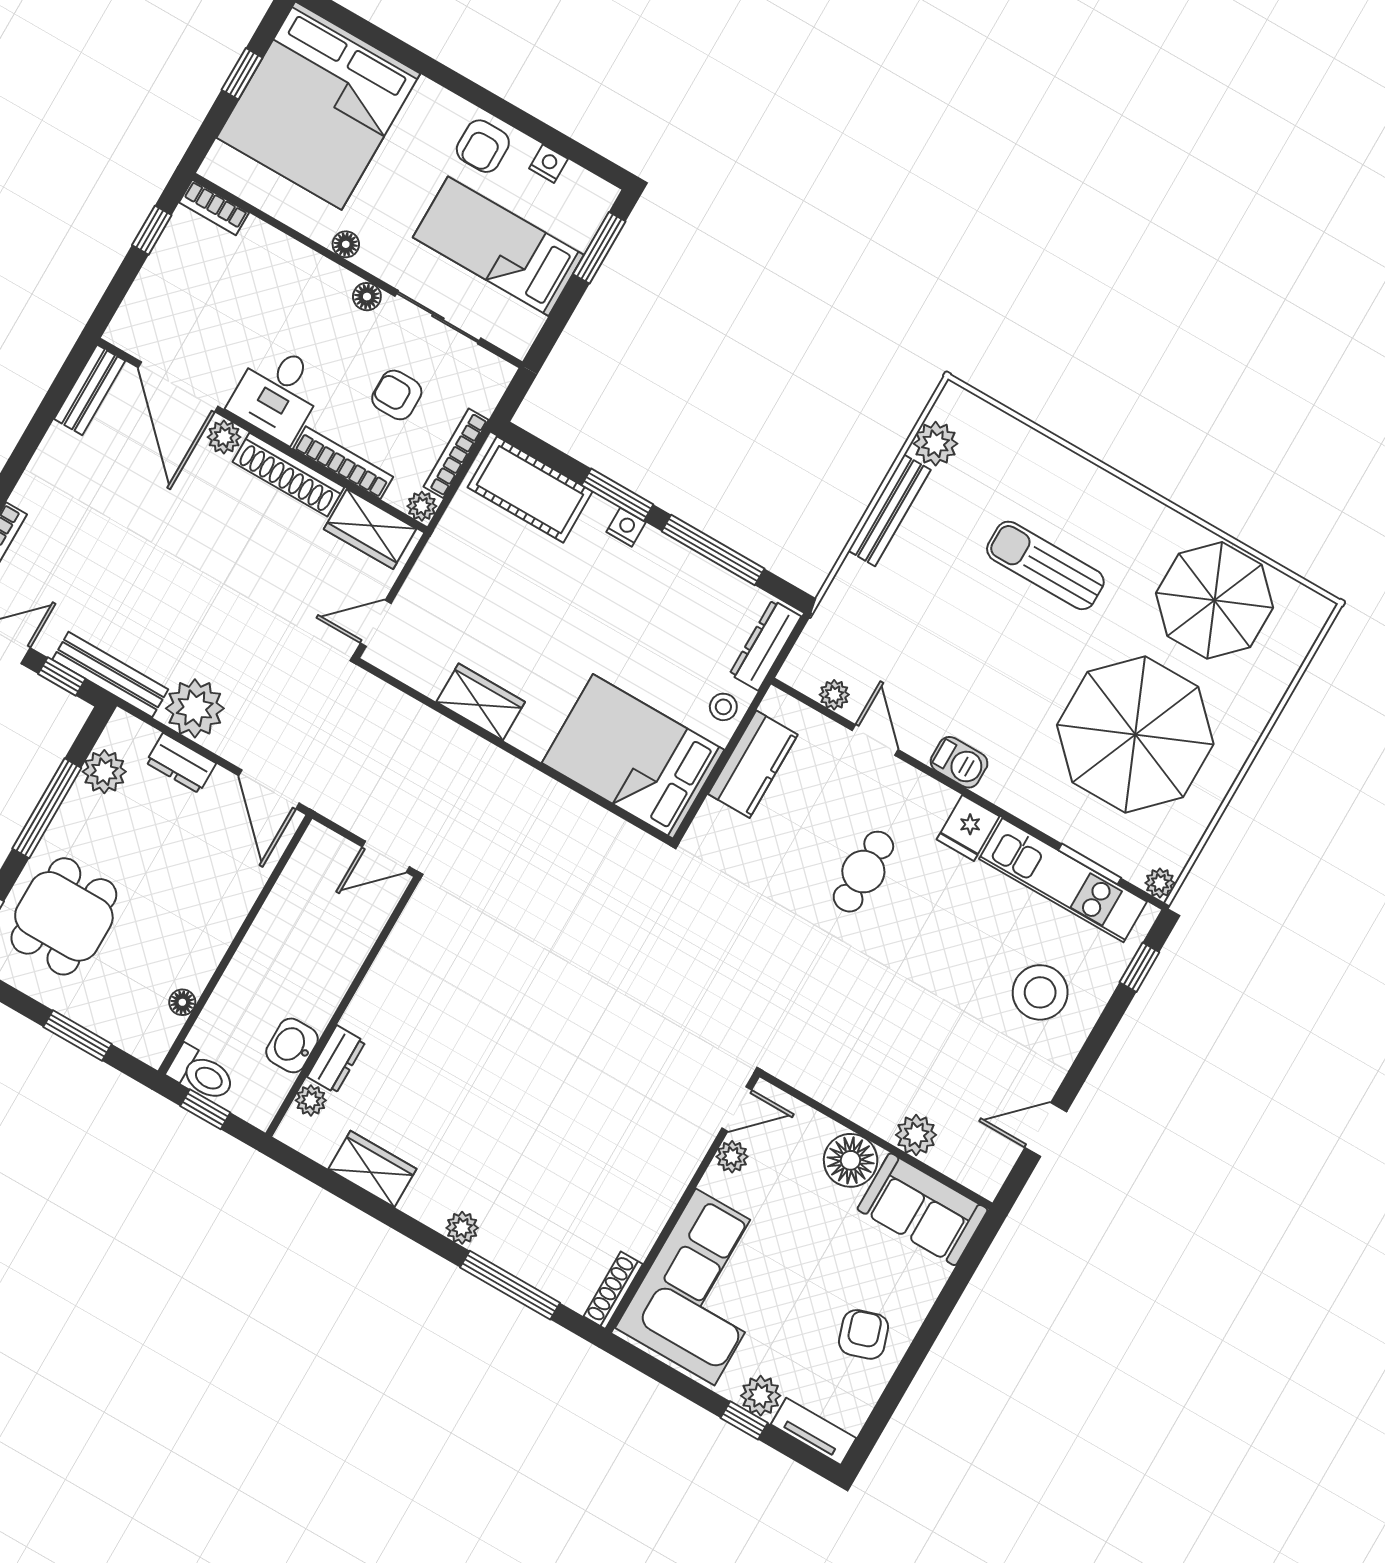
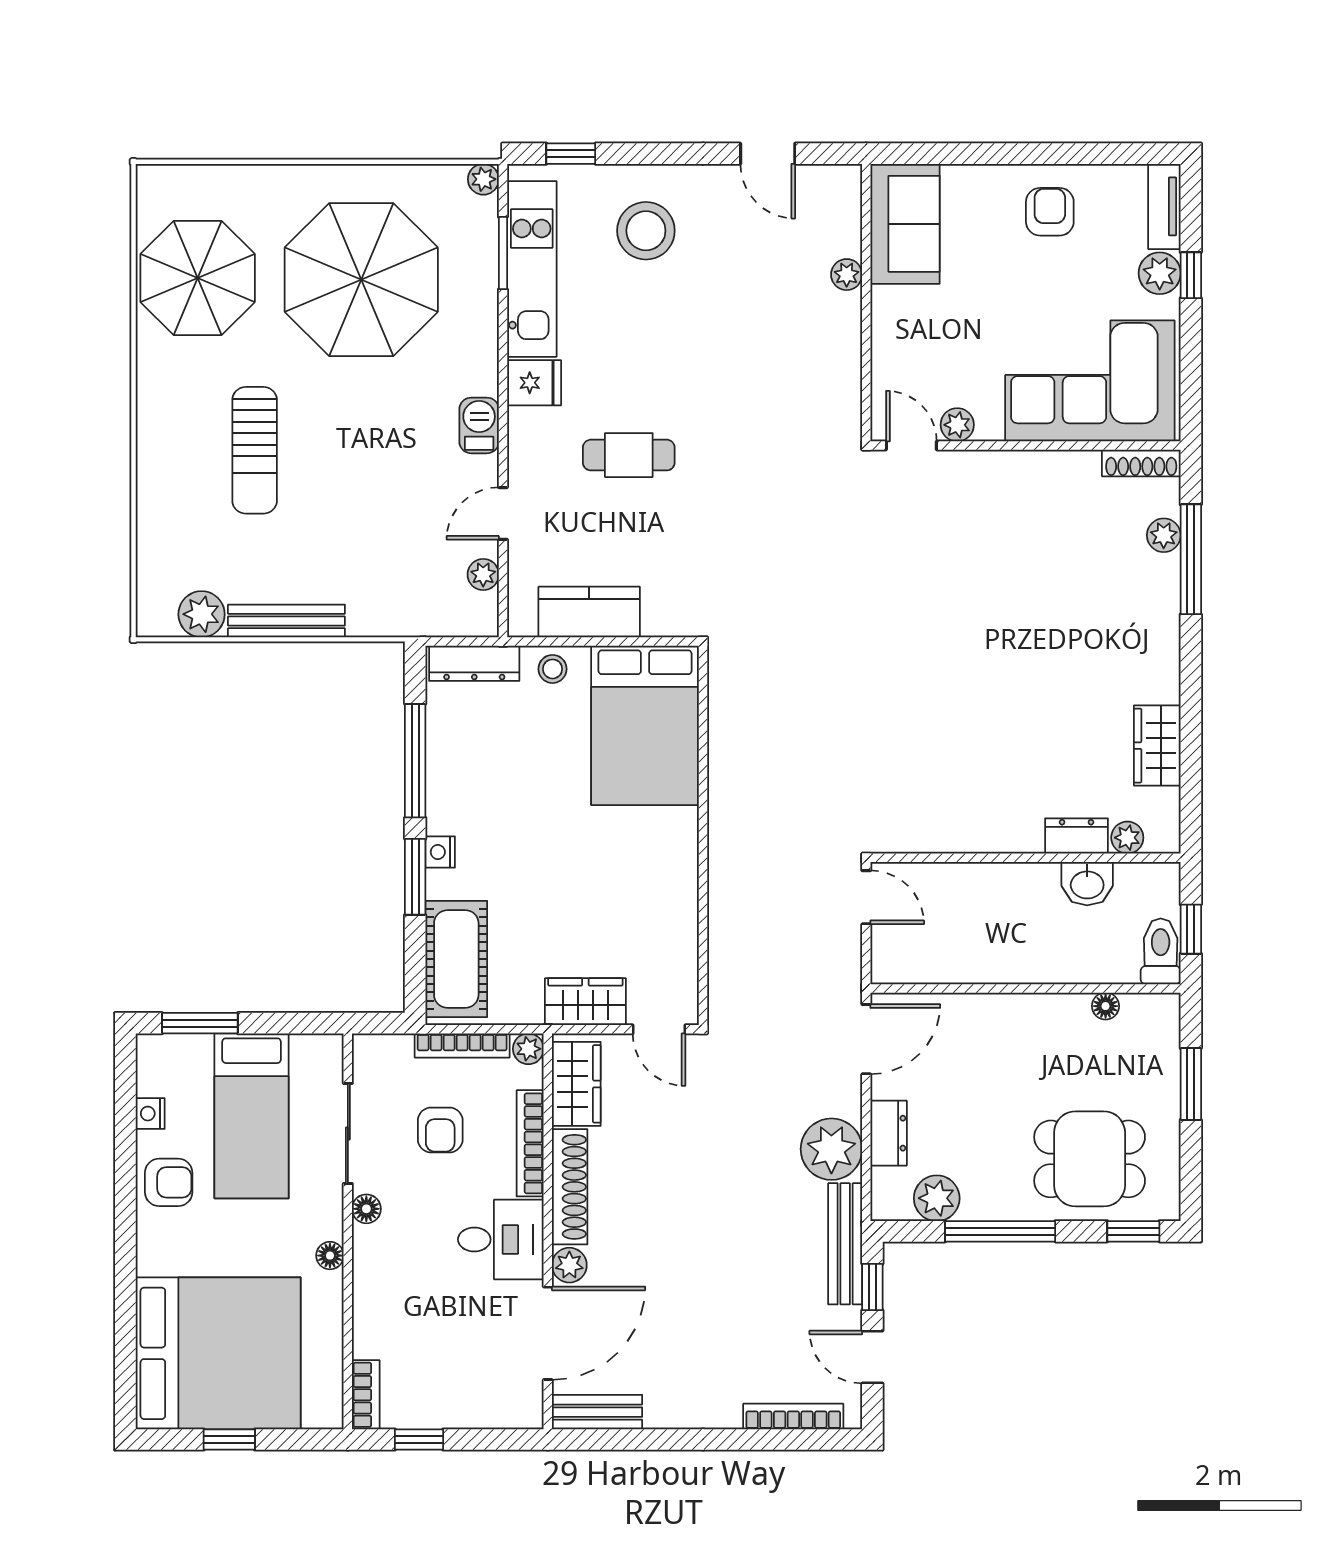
wardrobe: (481, 702) -> (585, 1002), moved, turned 90
plant: (916, 1135) -> (847, 275), width x0.73, depth x0.73
floor lamp: (851, 1160) -> (898, 315), removed
plant: (462, 1228) -> (1164, 535), moved
armchair: (864, 1334) -> (1050, 212), turned 108

